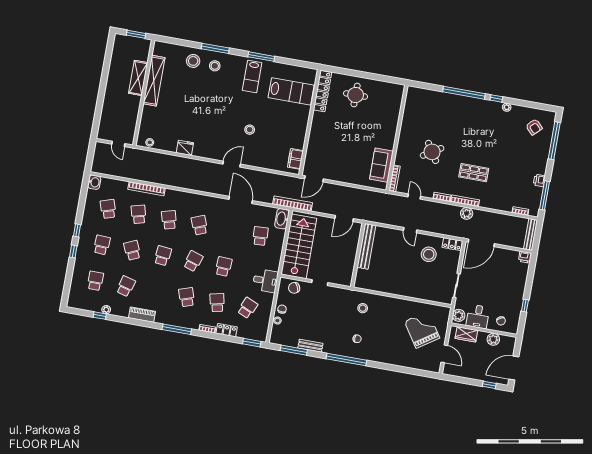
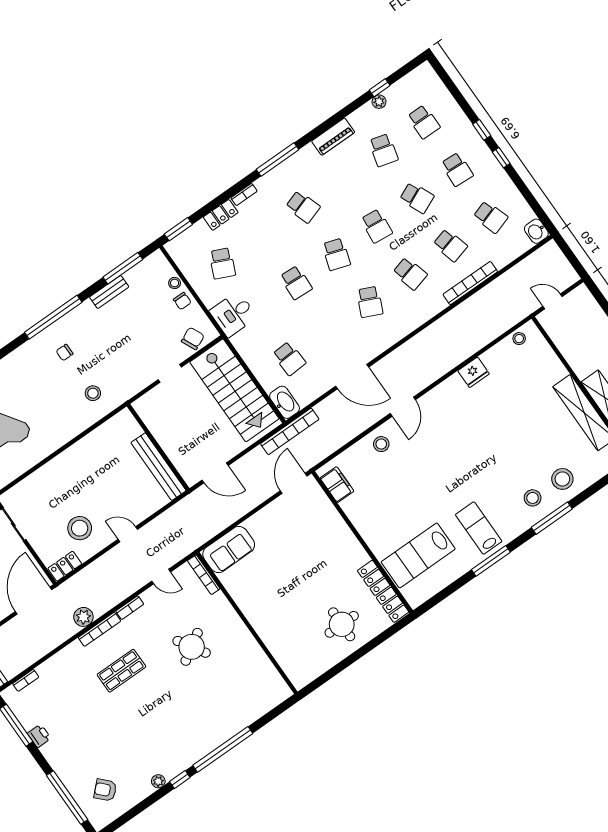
stool: (250, 130) -> (381, 444), moved
sofa: (381, 165) -> (229, 549), moved, turned 90
door: (344, 218) -> (215, 473), swing flipped
school desk: (199, 225) -> (370, 302), turned 45
school desk: (217, 303) -> (263, 235), removed

